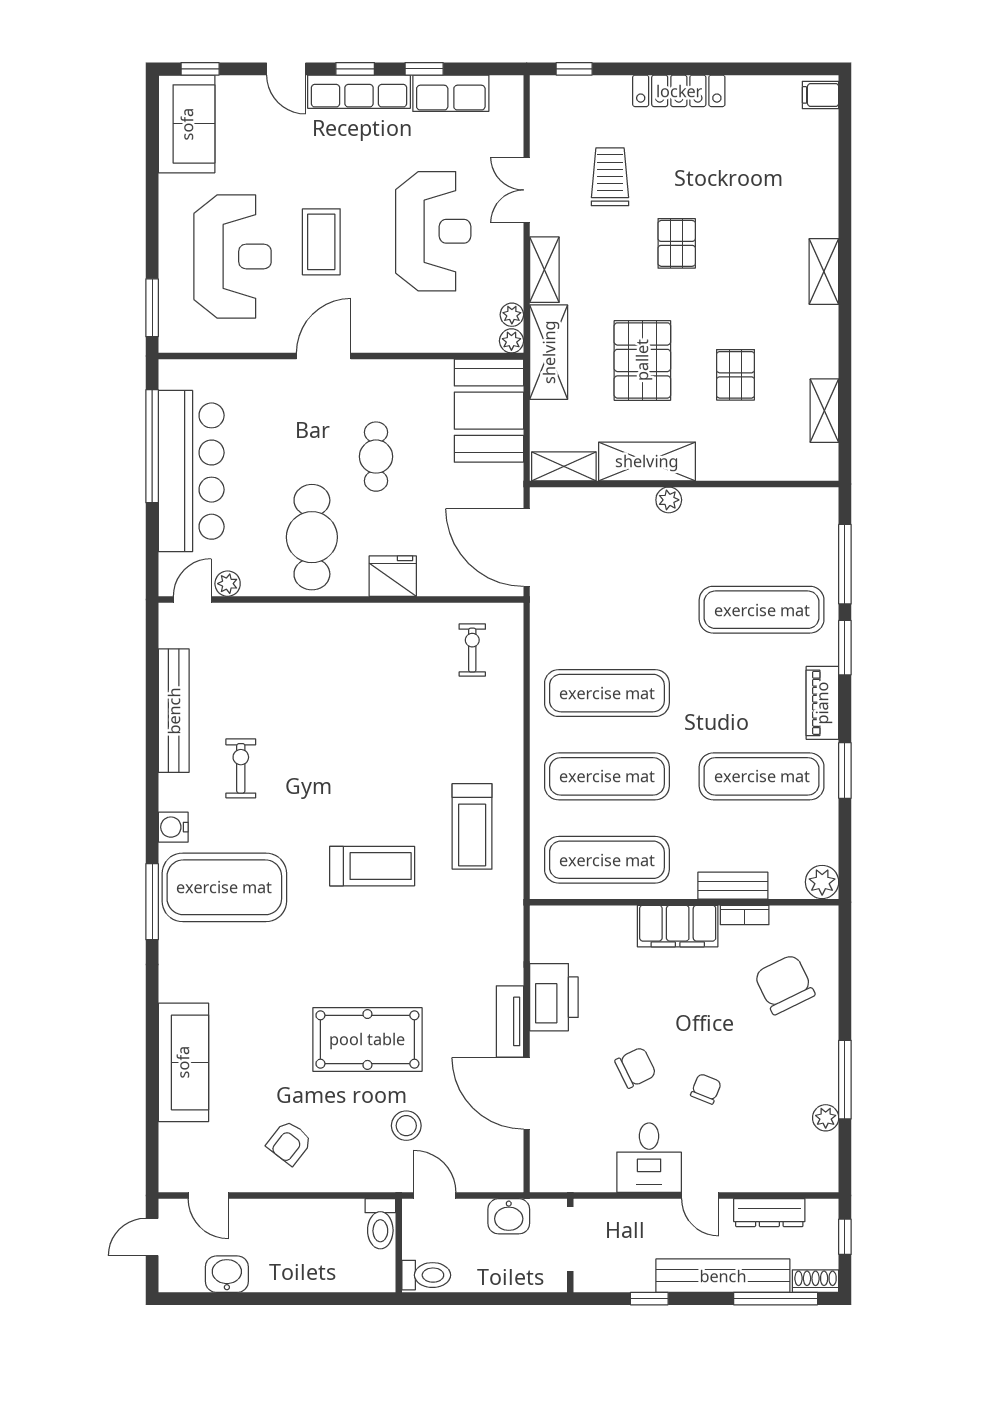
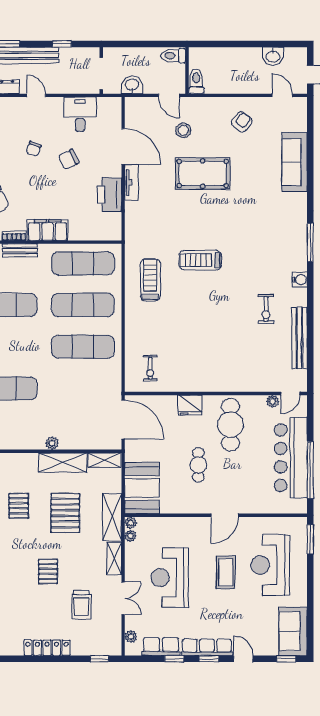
plant: (511, 113) -> (131, 637), added
exercise mat: (224, 887) -> (274, 250), removed
desk: (649, 1158) -> (80, 114), moved

